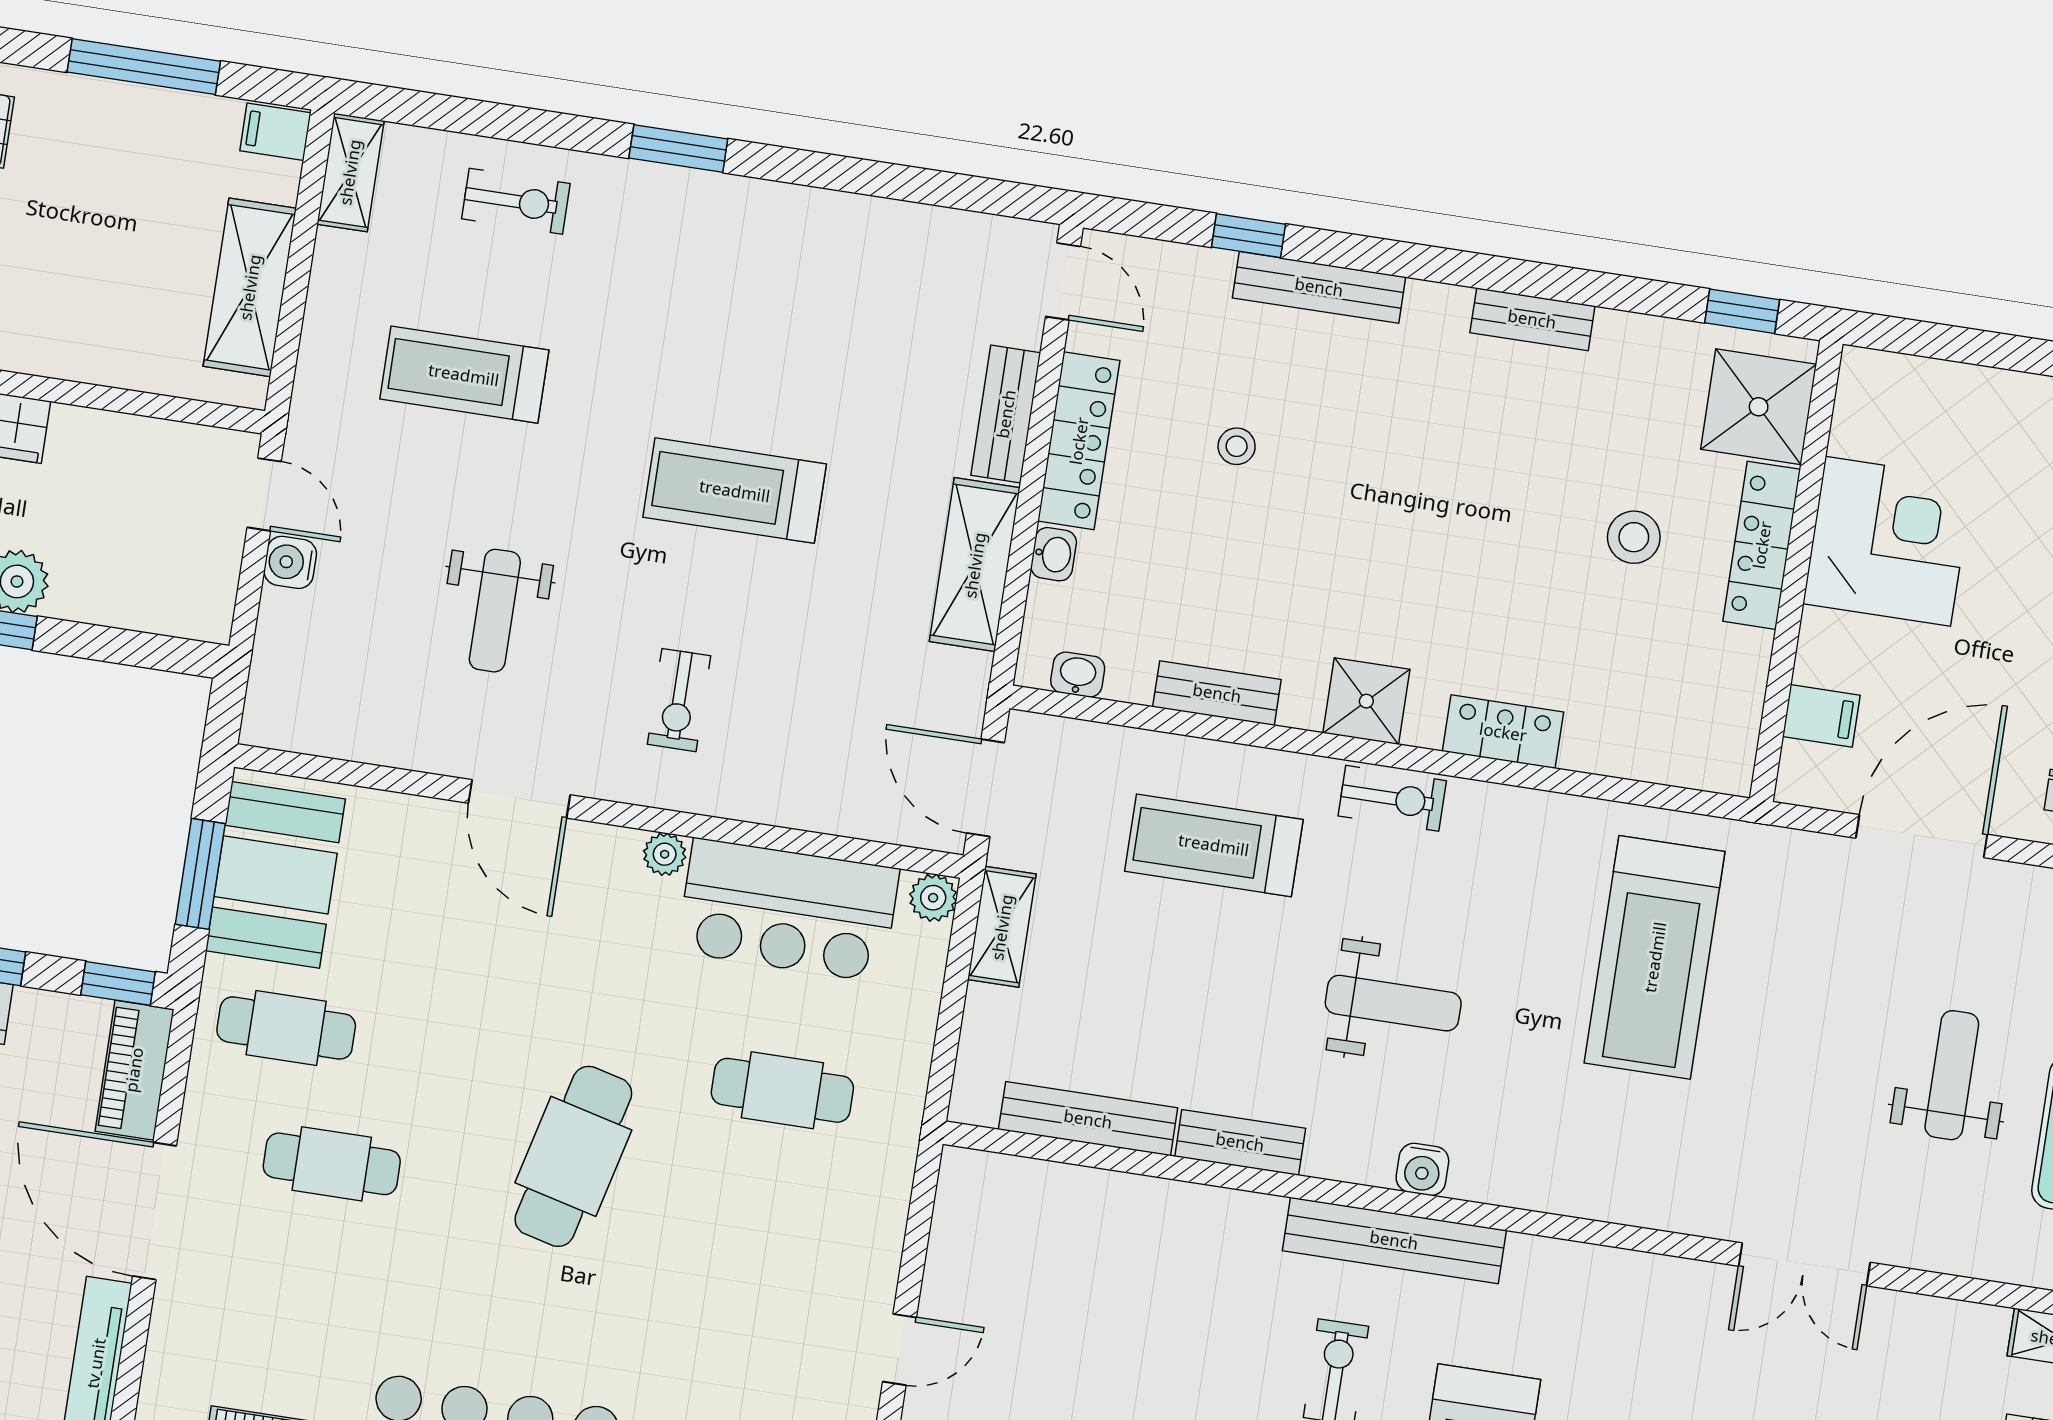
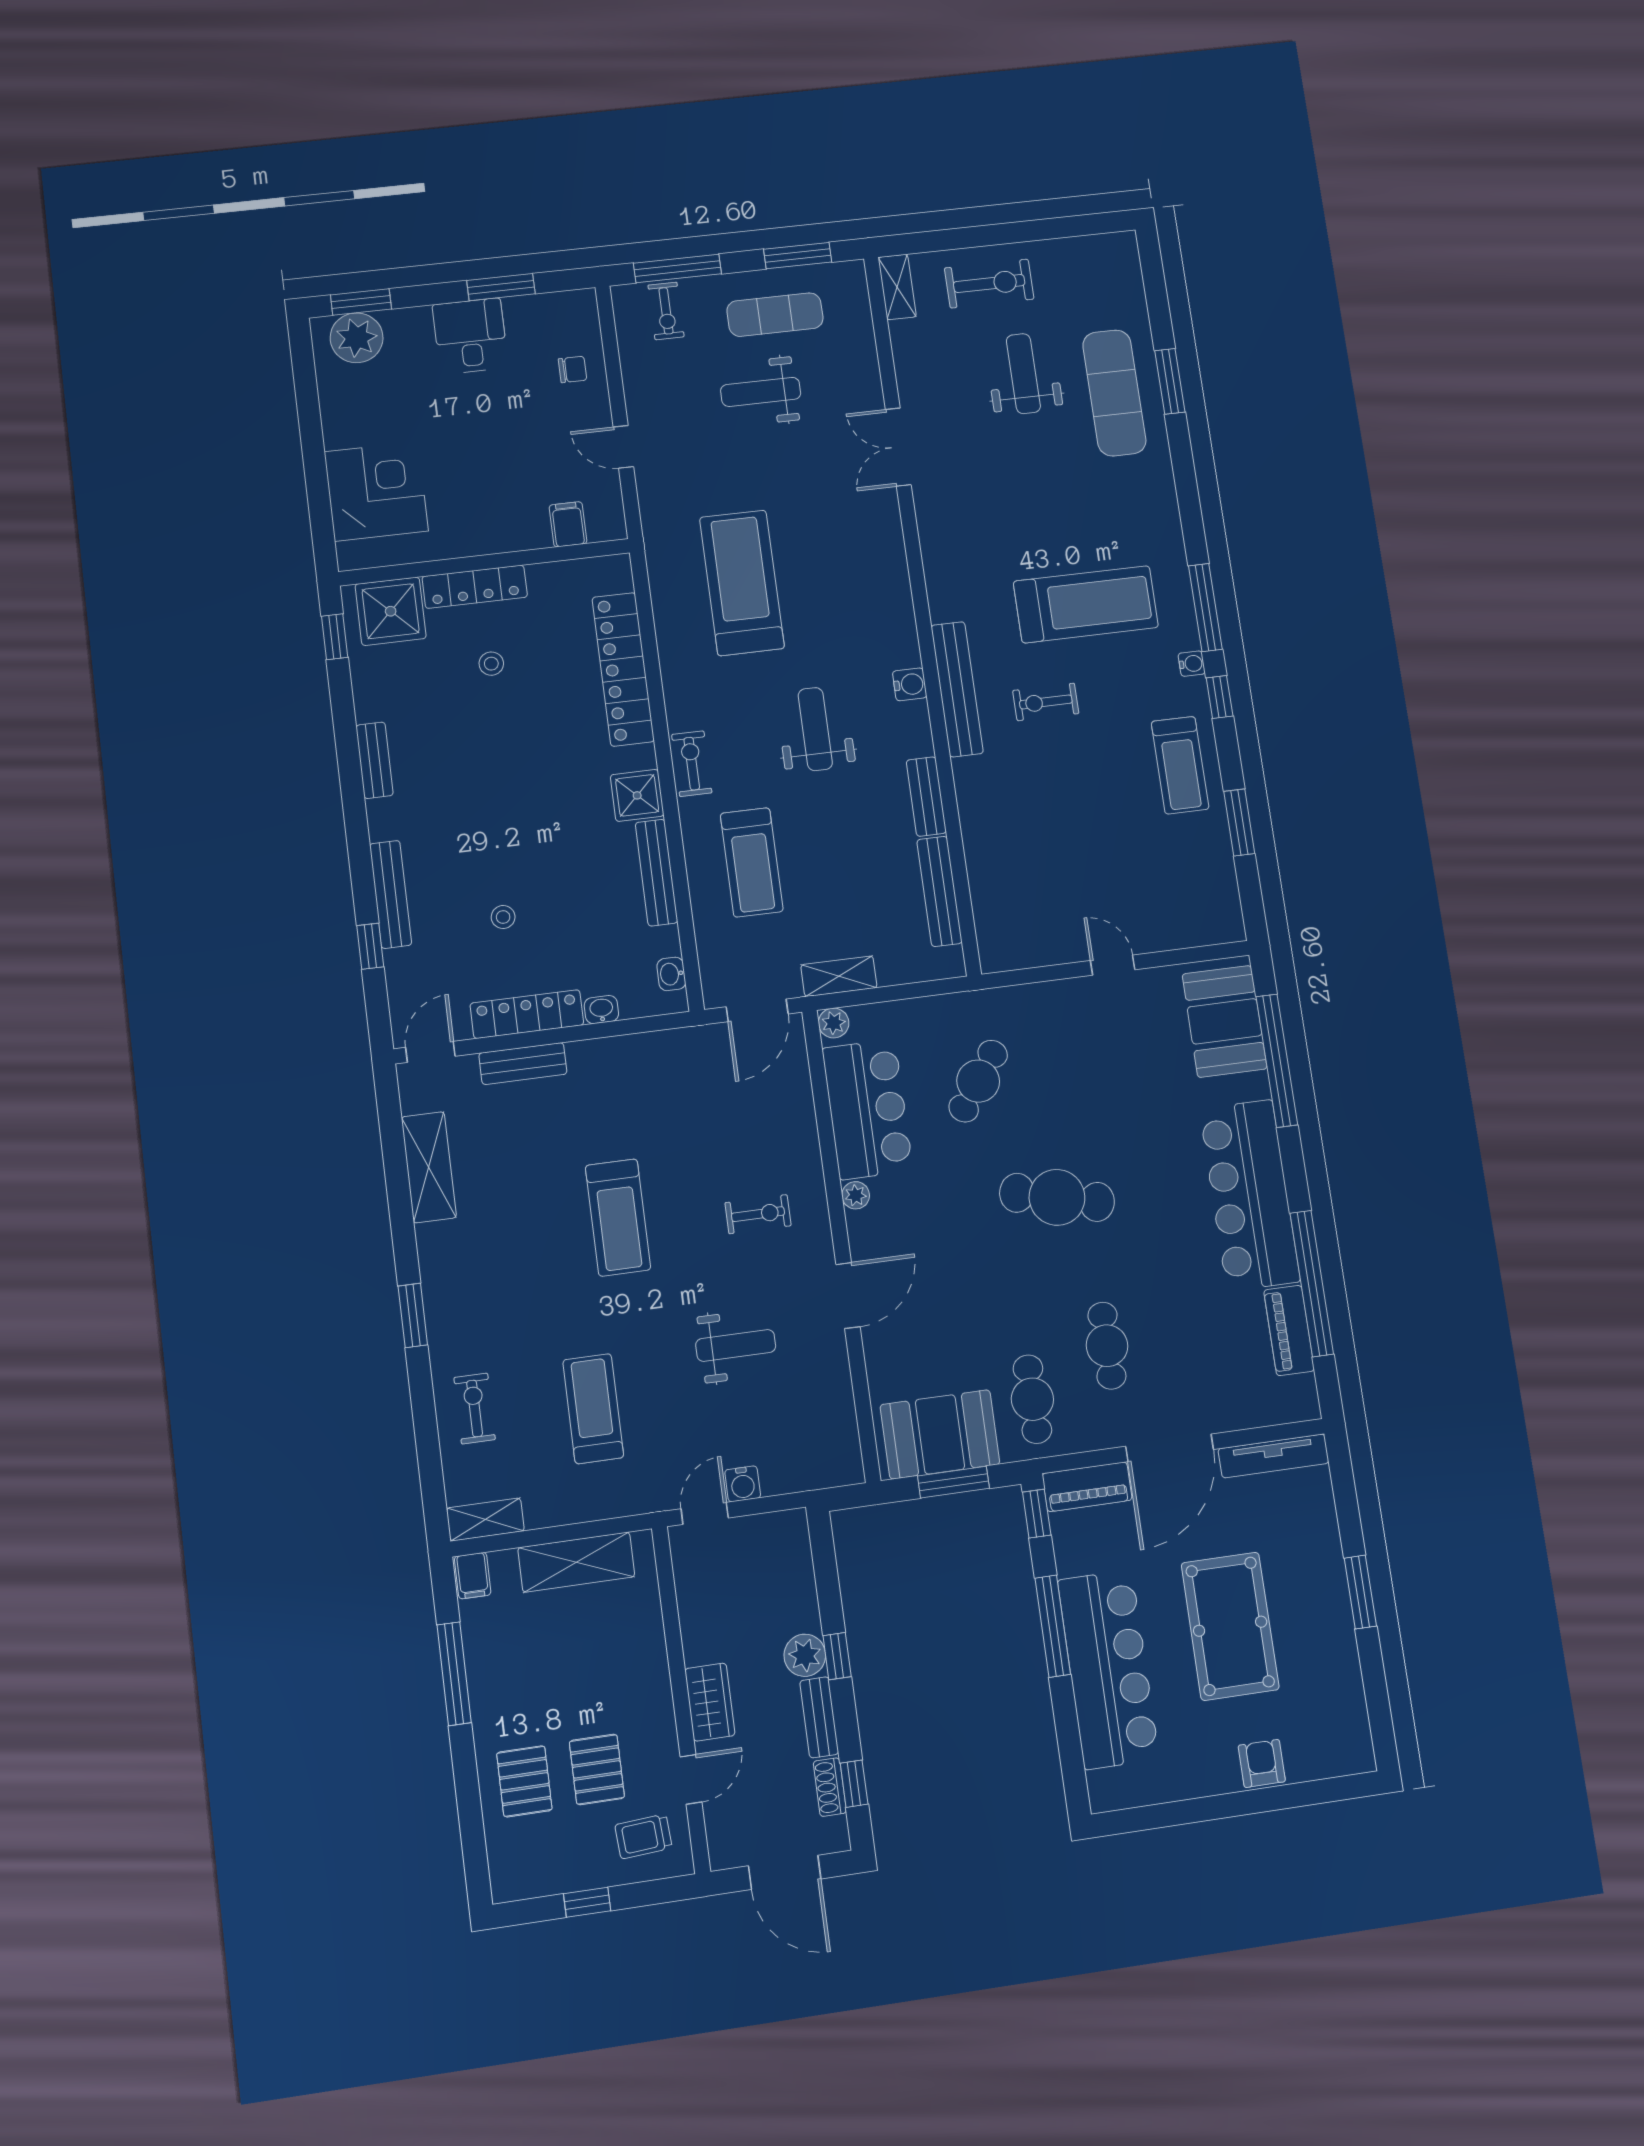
treadmill: (464, 375) -> (593, 1409), turned 180
stool: (1634, 537) -> (491, 664), width x0.73, depth x0.73
corner desk: (1888, 541) -> (376, 491), moved, turned 90
shelving: (975, 565) -> (429, 1167), moved, turned 90
bench: (1217, 693) -> (657, 873), width x1.36
locker: (1503, 732) -> (623, 669), width x2.16, depth x1.21
door: (1922, 836) -> (623, 447), width x0.53
treadmill: (1655, 957) -> (742, 583), turned -90
cafe table: (782, 1090) -> (978, 1081), turned 36
double door: (1804, 1264) -> (898, 447), swing flipped

